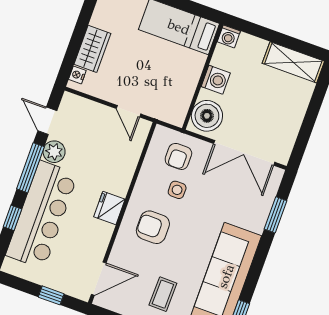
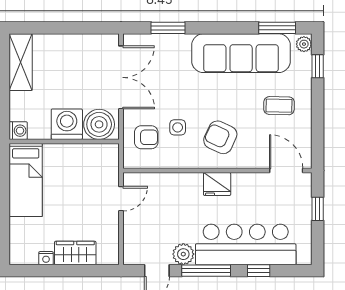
nightstand: (77, 75) -> (46, 258), moved
washing machine: (216, 80) -> (67, 124), width x1.37, depth x1.37
armchair: (153, 227) -> (220, 137), turned 115

